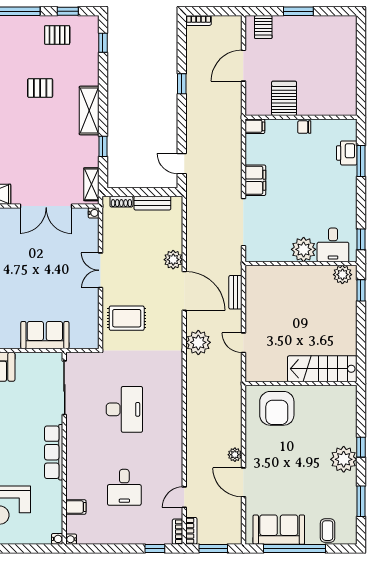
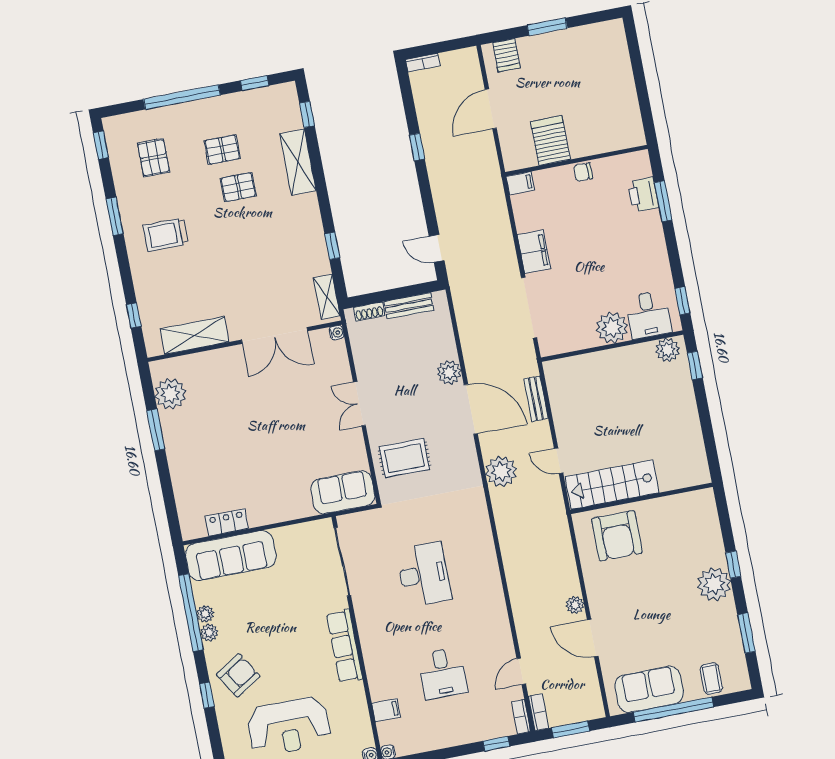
pallet: (57, 35) -> (222, 150), moved
shelving: (89, 110) -> (298, 162), moved
sofa: (45, 335) -> (343, 492), moved
stairs: (322, 369) -> (612, 485), moved

